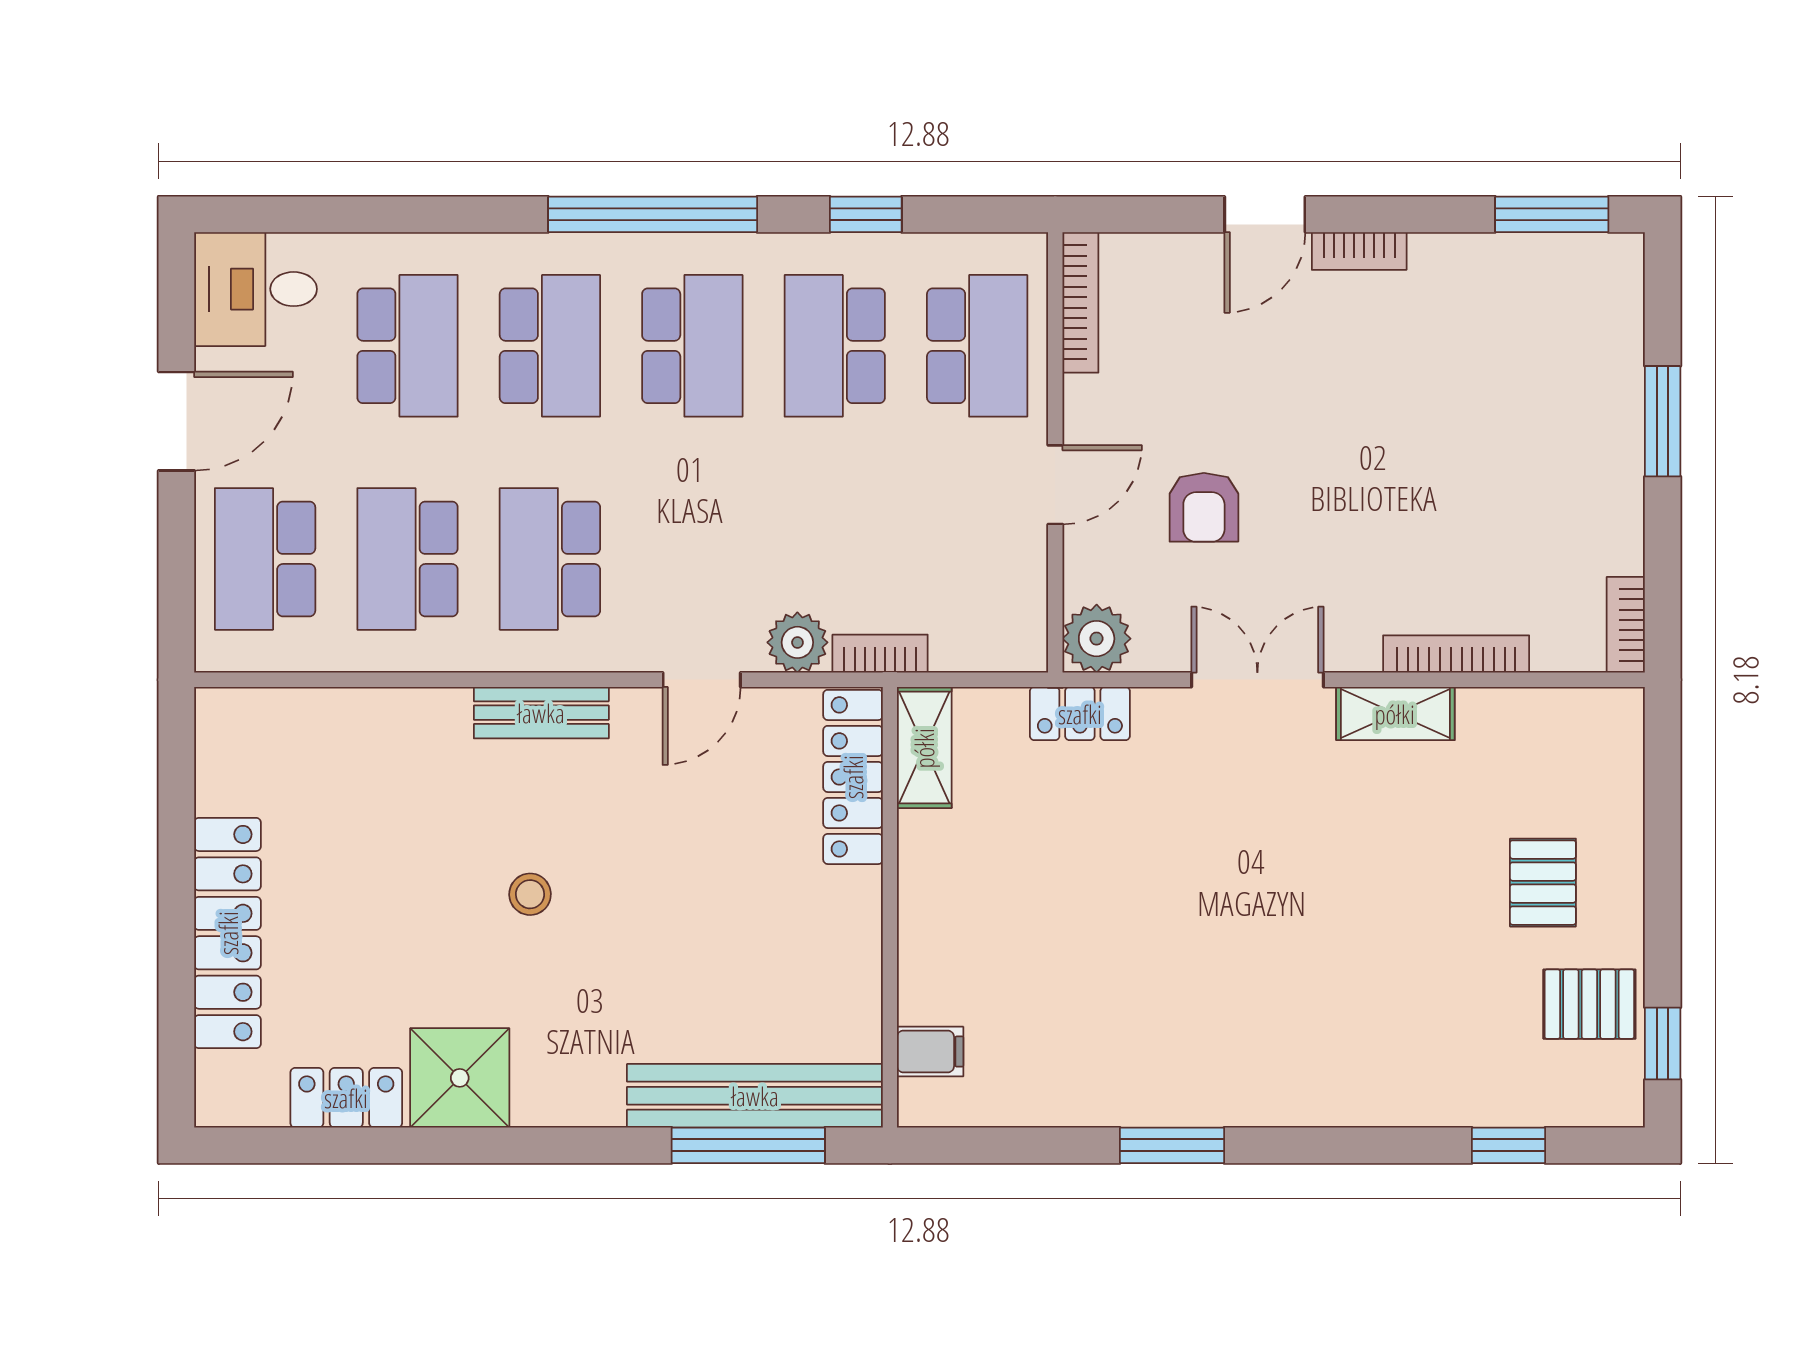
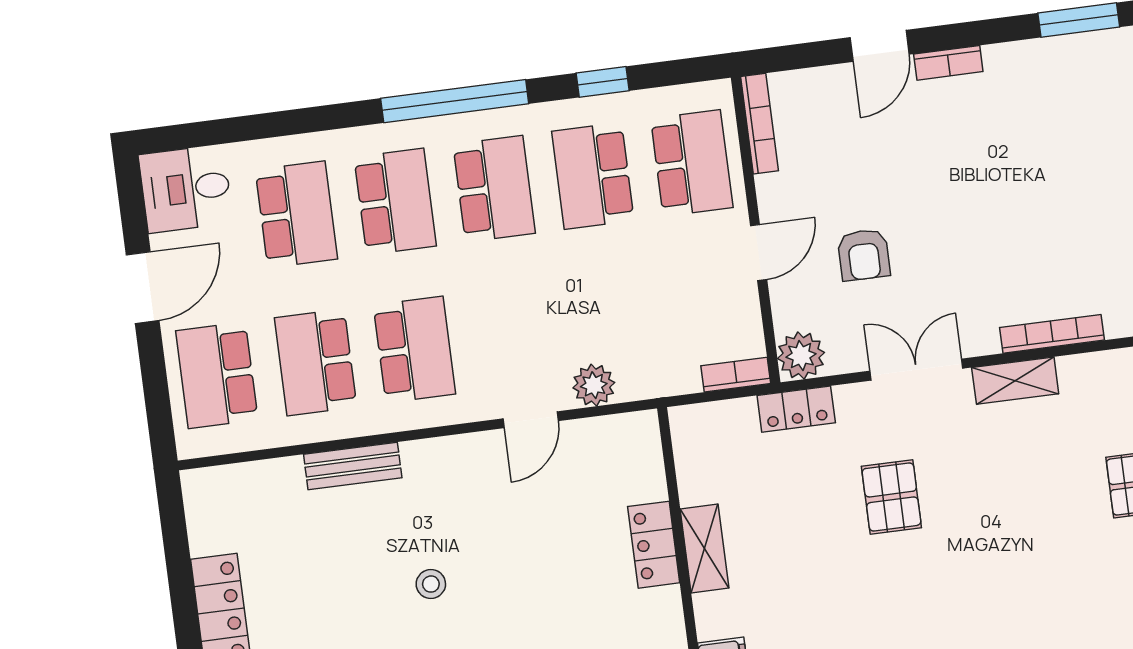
school desk: (550, 559) -> (414, 350), turned 180
bookcase: (880, 654) -> (736, 375), moved
bench: (541, 713) -> (353, 466), moved
shelving: (924, 748) -> (705, 548), moved
locker: (853, 777) -> (654, 545), moved, width x0.66
pallet: (1199, 856) -> (891, 497), added

